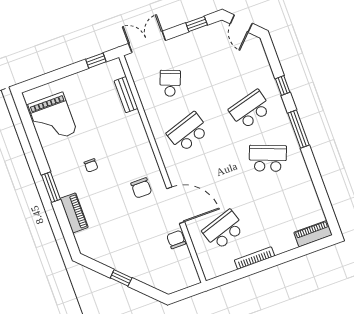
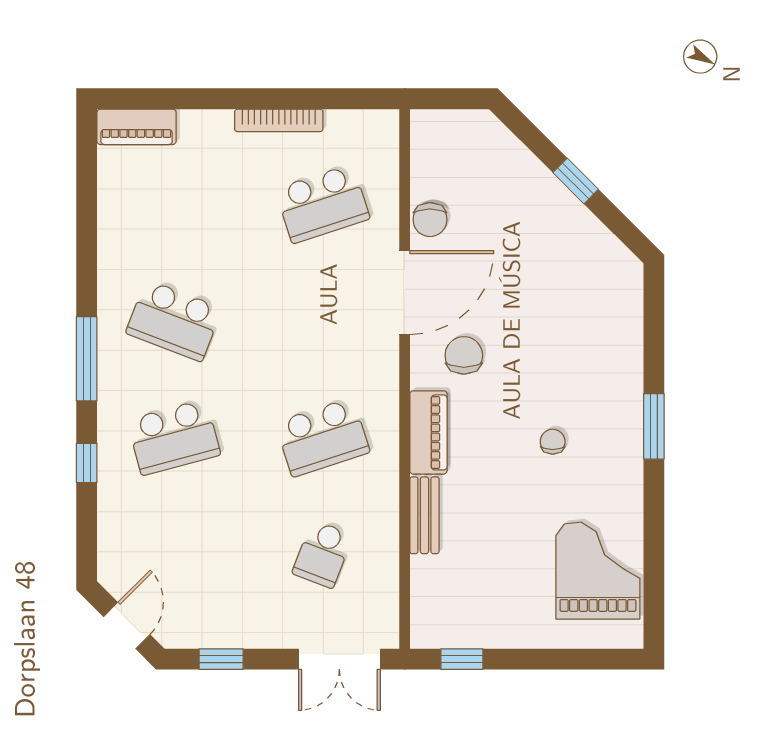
bench: (126, 95) -> (424, 515), moved
door: (176, 205) -> (405, 293), swing flipped
piano: (74, 213) -> (428, 432), moved, turned 180

